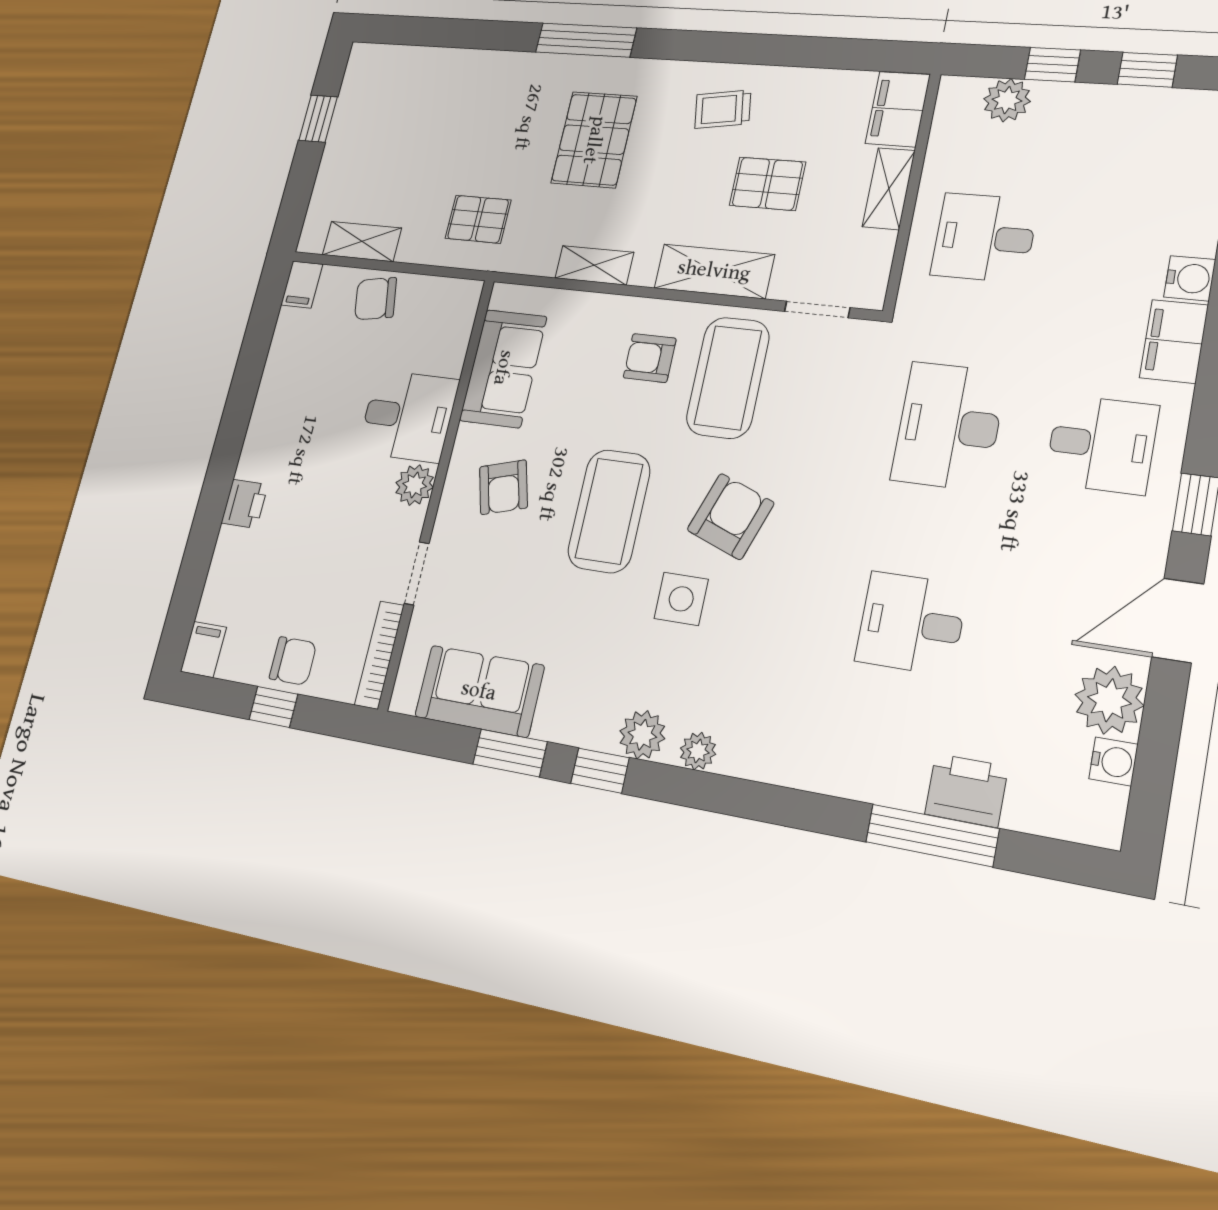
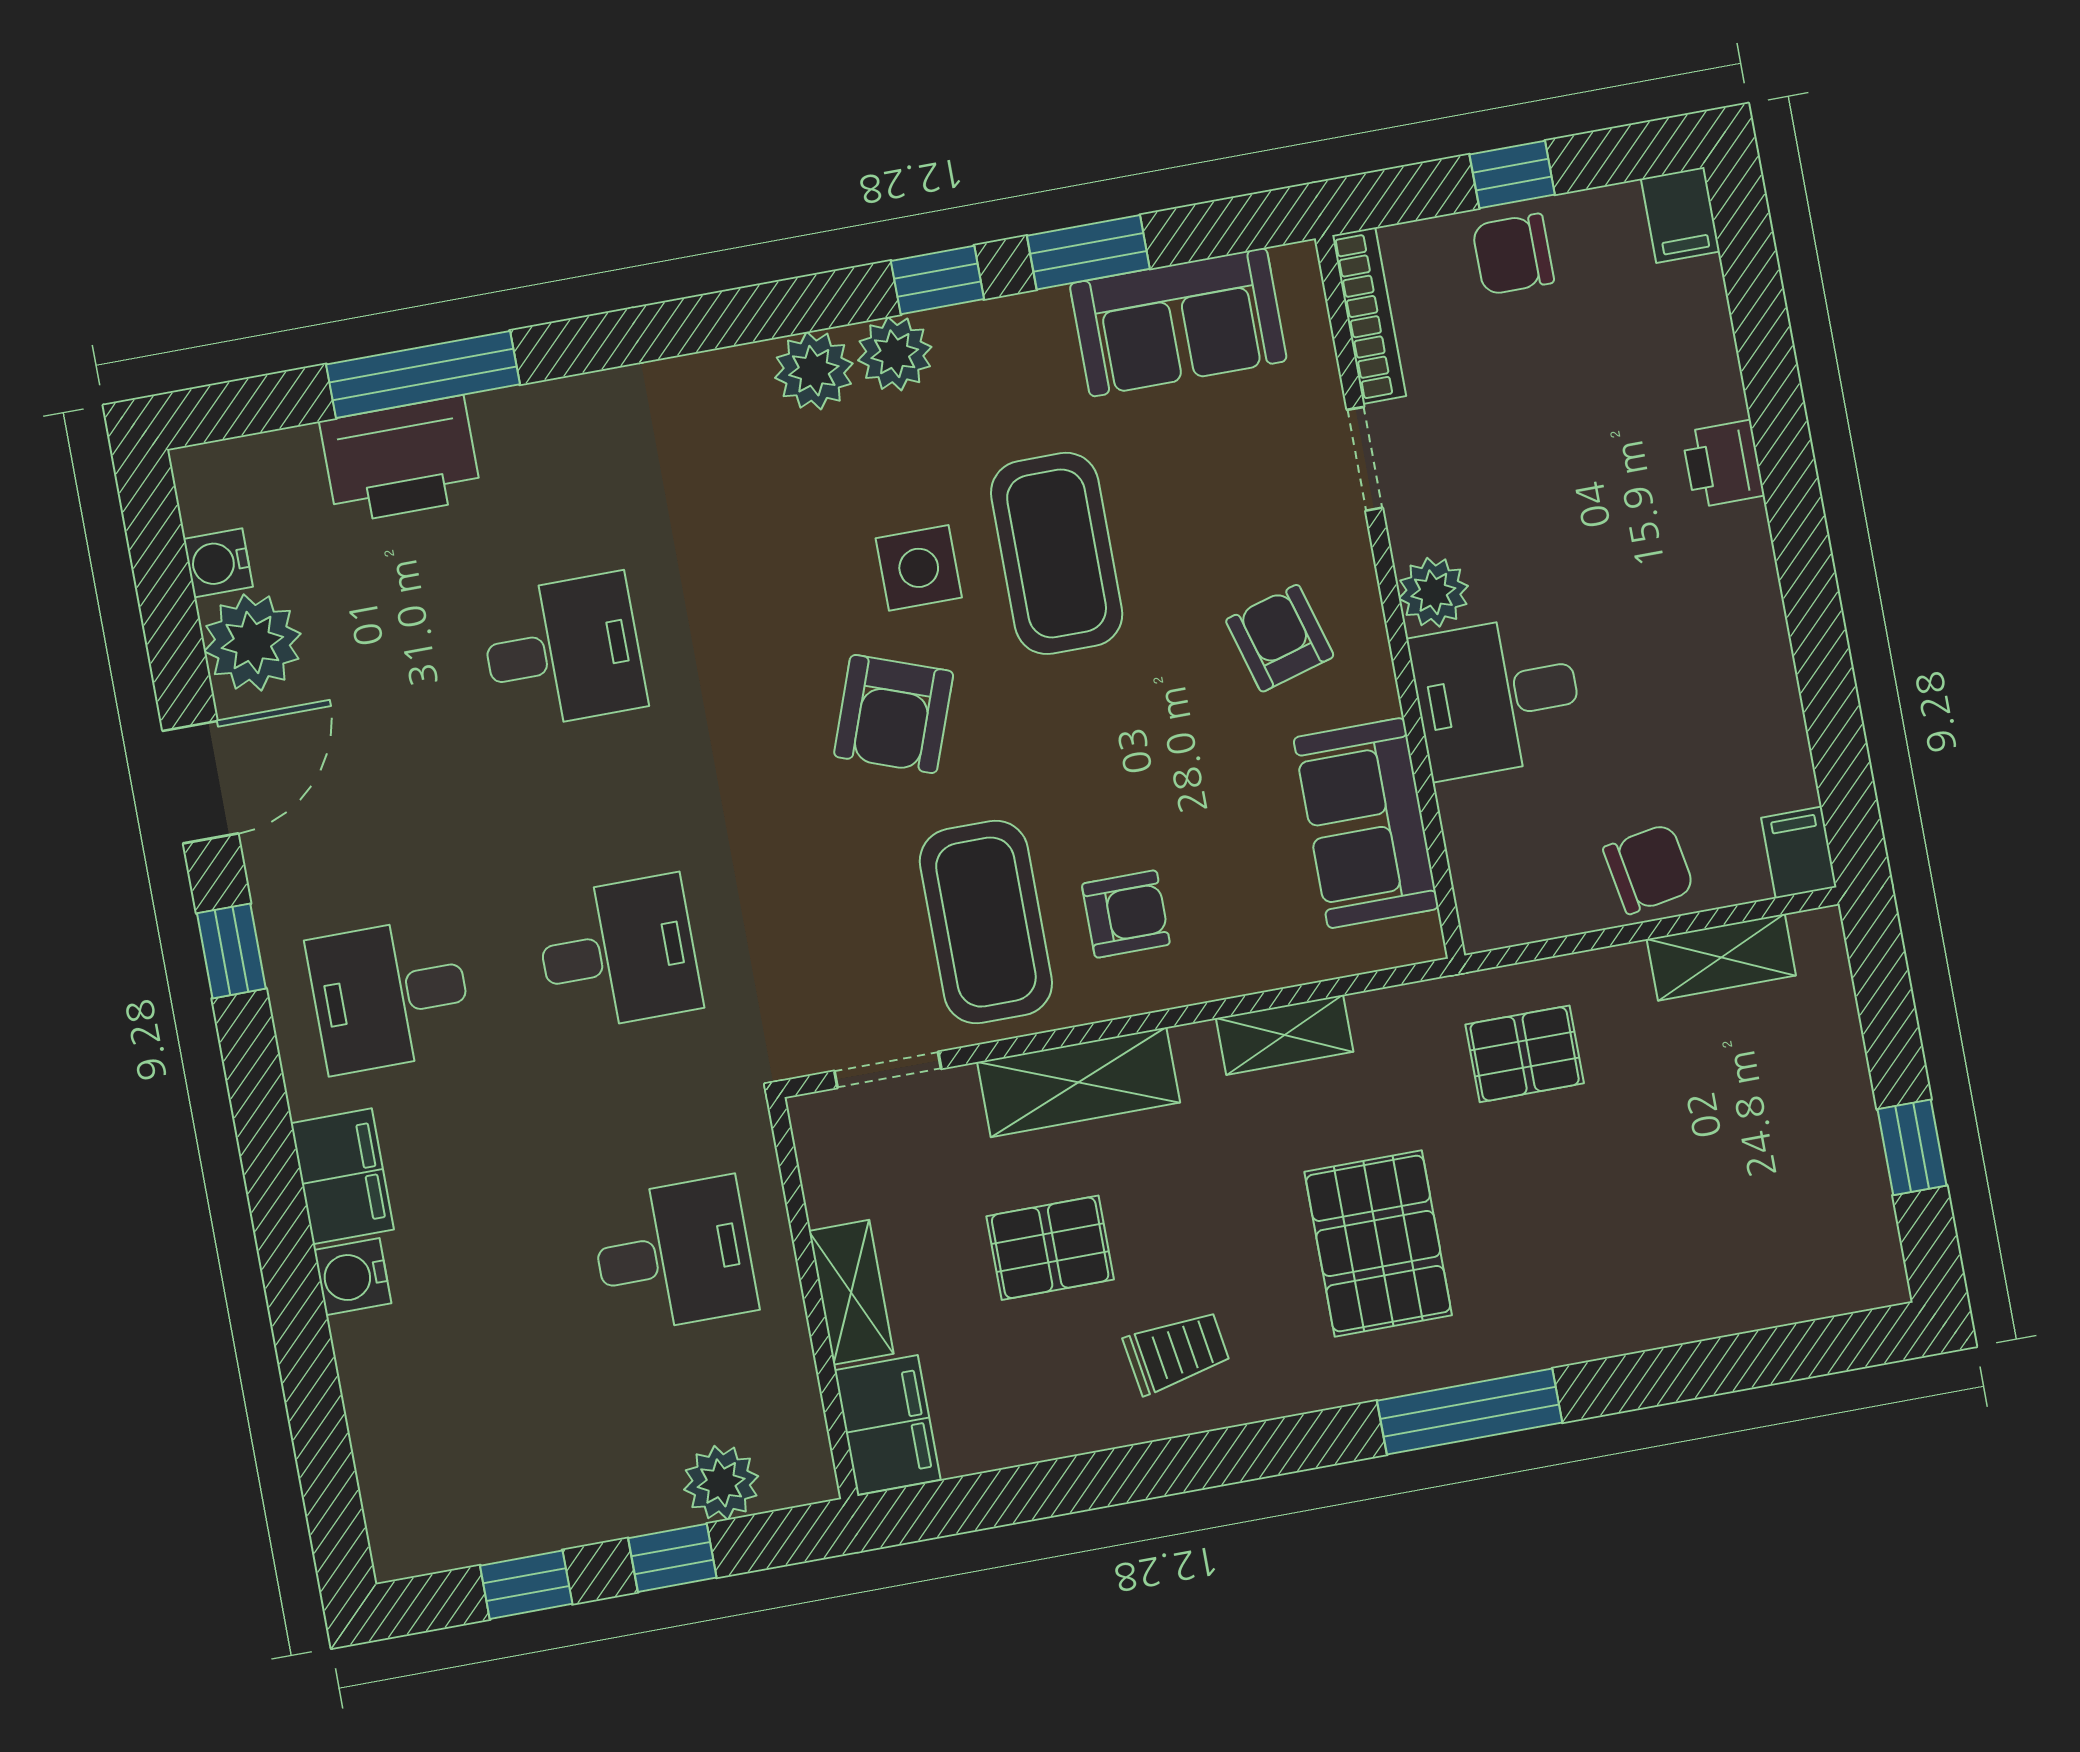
desk: (949, 426) -> (618, 953), width x0.73
coffee table: (609, 511) -> (1057, 553), moved
plant: (698, 751) -> (814, 371), width x1.38, depth x1.38
printer: (966, 790) -> (401, 460), width x1.37, depth x1.19

